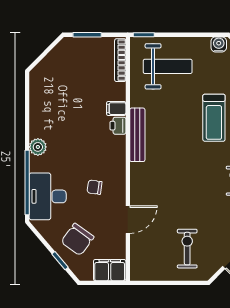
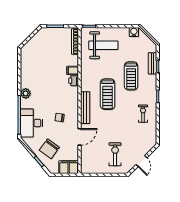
bench: (137, 135) -> (85, 108), moved
treadmill: (175, 148) -> (108, 94), added

